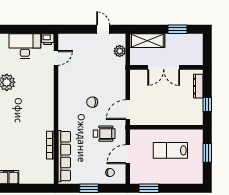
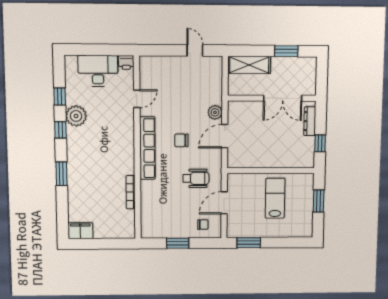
plant: (120, 51) -> (215, 112), moved
door: (56, 58) -> (137, 99), moved
double door: (164, 67) -> (283, 98), moved
door: (128, 110) -> (225, 136), moved
lab bench: (170, 150) -> (275, 198), turned 90
row of seats: (64, 156) -> (147, 148), moved

